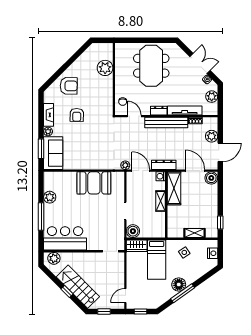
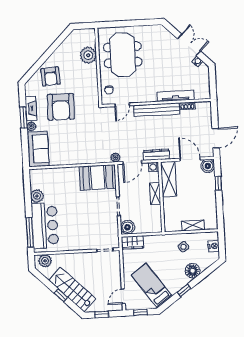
meeting table: (151, 66) -> (123, 55), moved
armchair: (69, 86) -> (51, 76), turned 85
plant: (212, 97) -> (203, 79), removed
dresser: (159, 111) -> (148, 97), removed
armchair: (77, 115) -> (61, 107), width x1.88, depth x1.88
door: (134, 116) -> (122, 105), swing flipped
plant: (212, 136) -> (206, 121), removed
window: (41, 149) -> (23, 118), moved
door: (141, 171) -> (132, 162), swing flipped
booth: (94, 183) -> (98, 177), moved
window: (41, 216) -> (30, 232), moved
window: (220, 223) -> (218, 183), moved
bar counter: (65, 238) -> (45, 226), moved, turned 90
bed: (157, 260) -> (152, 286), moved, turned 145
floor lamp: (179, 285) -> (193, 271), moved
window: (183, 293) -> (184, 290), width x0.46

